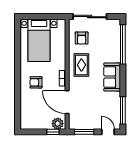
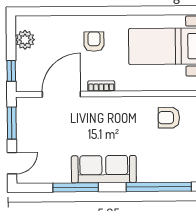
rug: (81, 65) -> (124, 118), removed
sofa: (112, 77) -> (104, 169), width x1.36
window: (123, 110) -> (76, 187), moved
plant: (58, 124) -> (25, 40), moved

